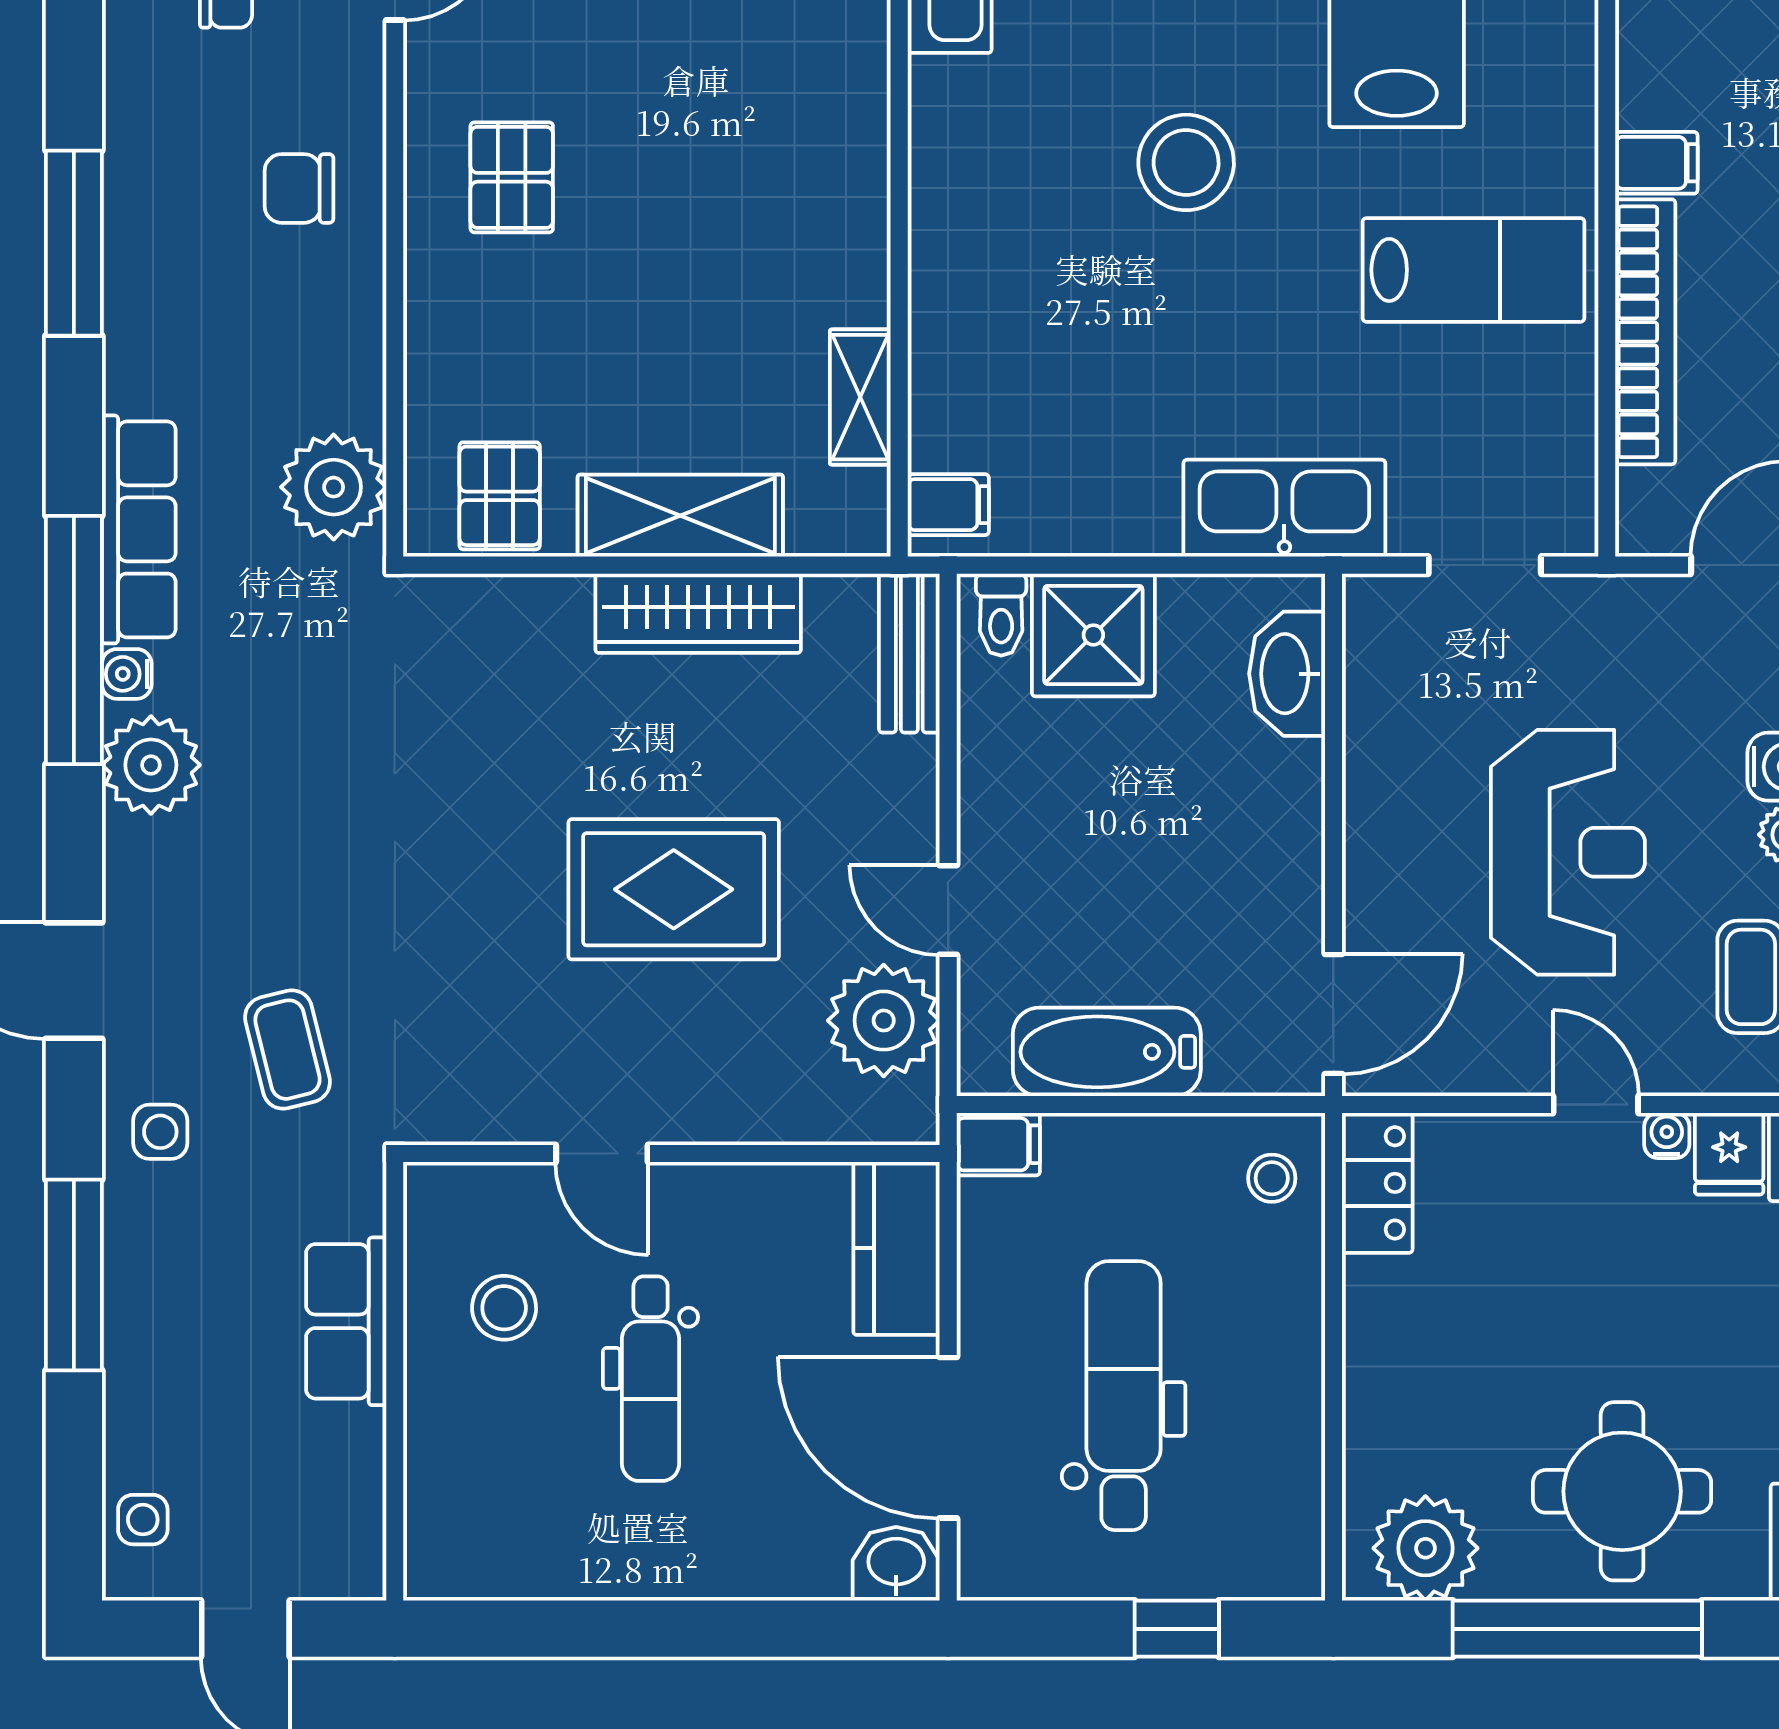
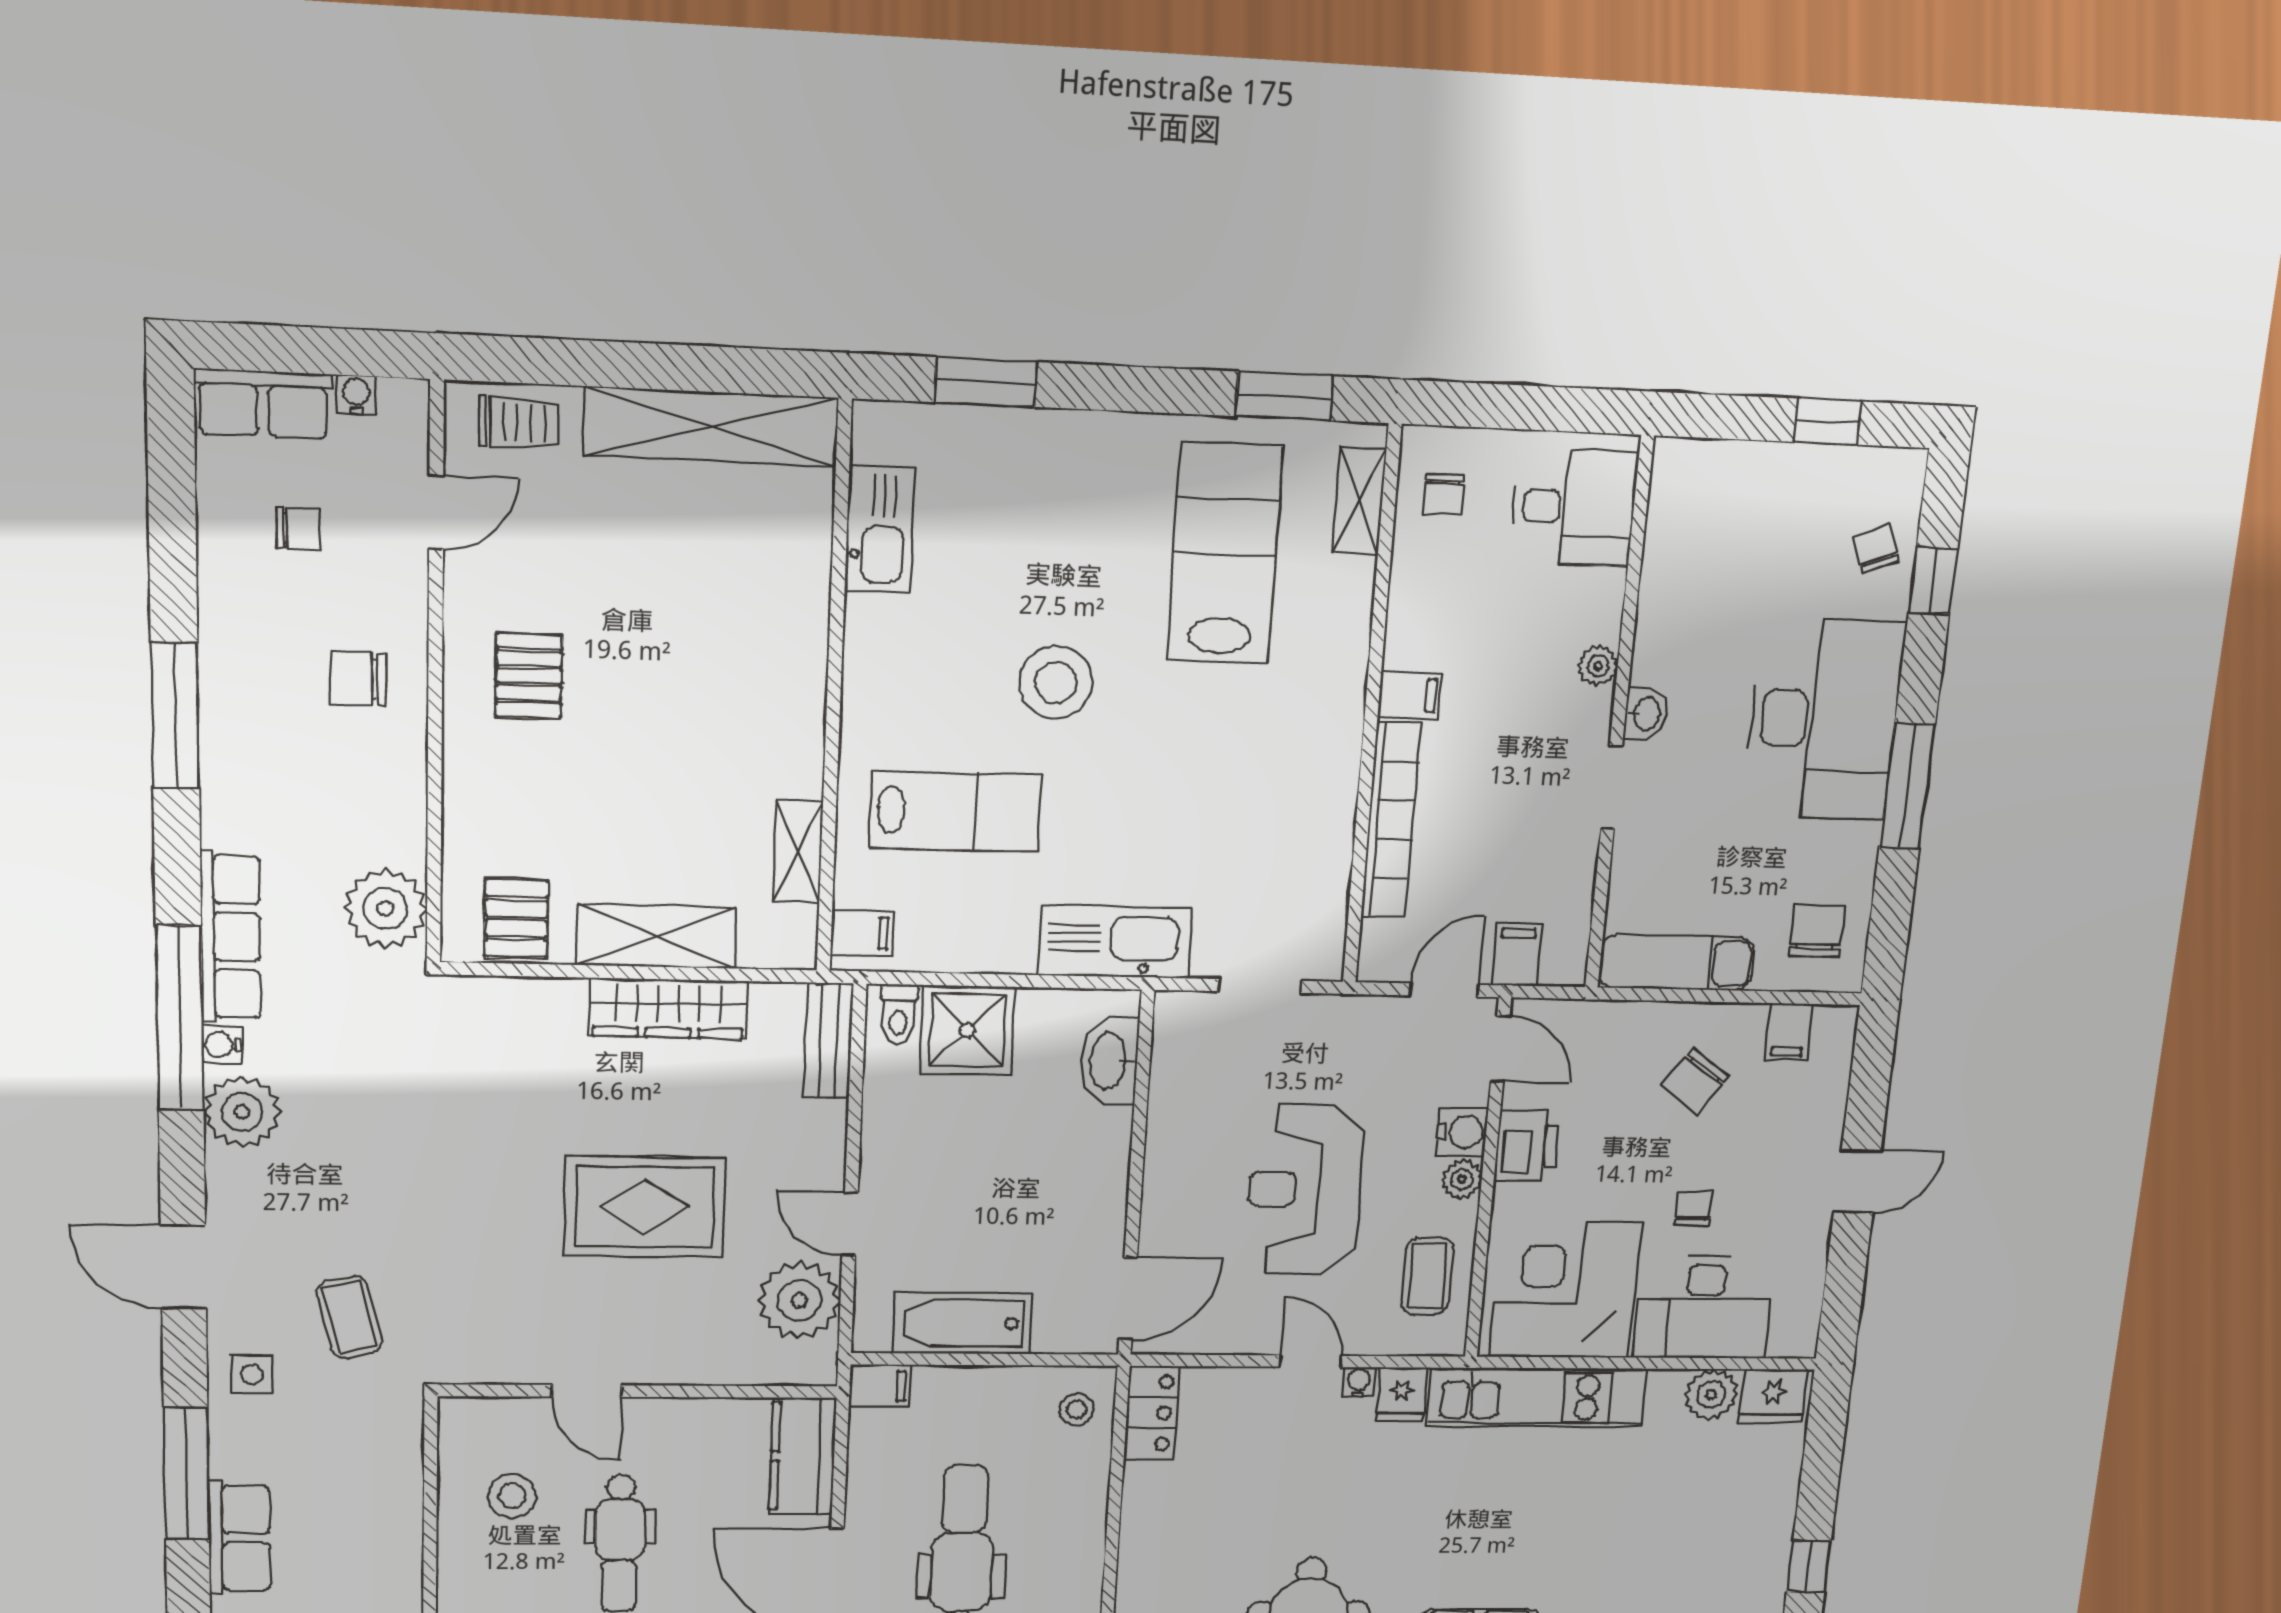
lab bench: (1473, 270) -> (956, 812), moved
reception desk: (1568, 852) -> (1305, 1189), turned 180
row of seats: (346, 1321) -> (239, 1538), moved, turned 180

